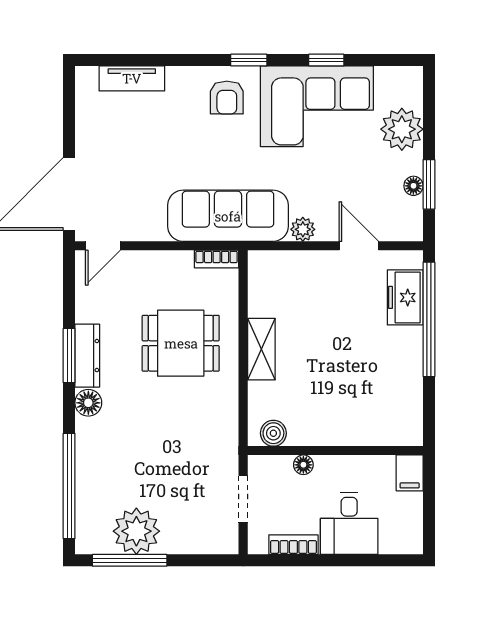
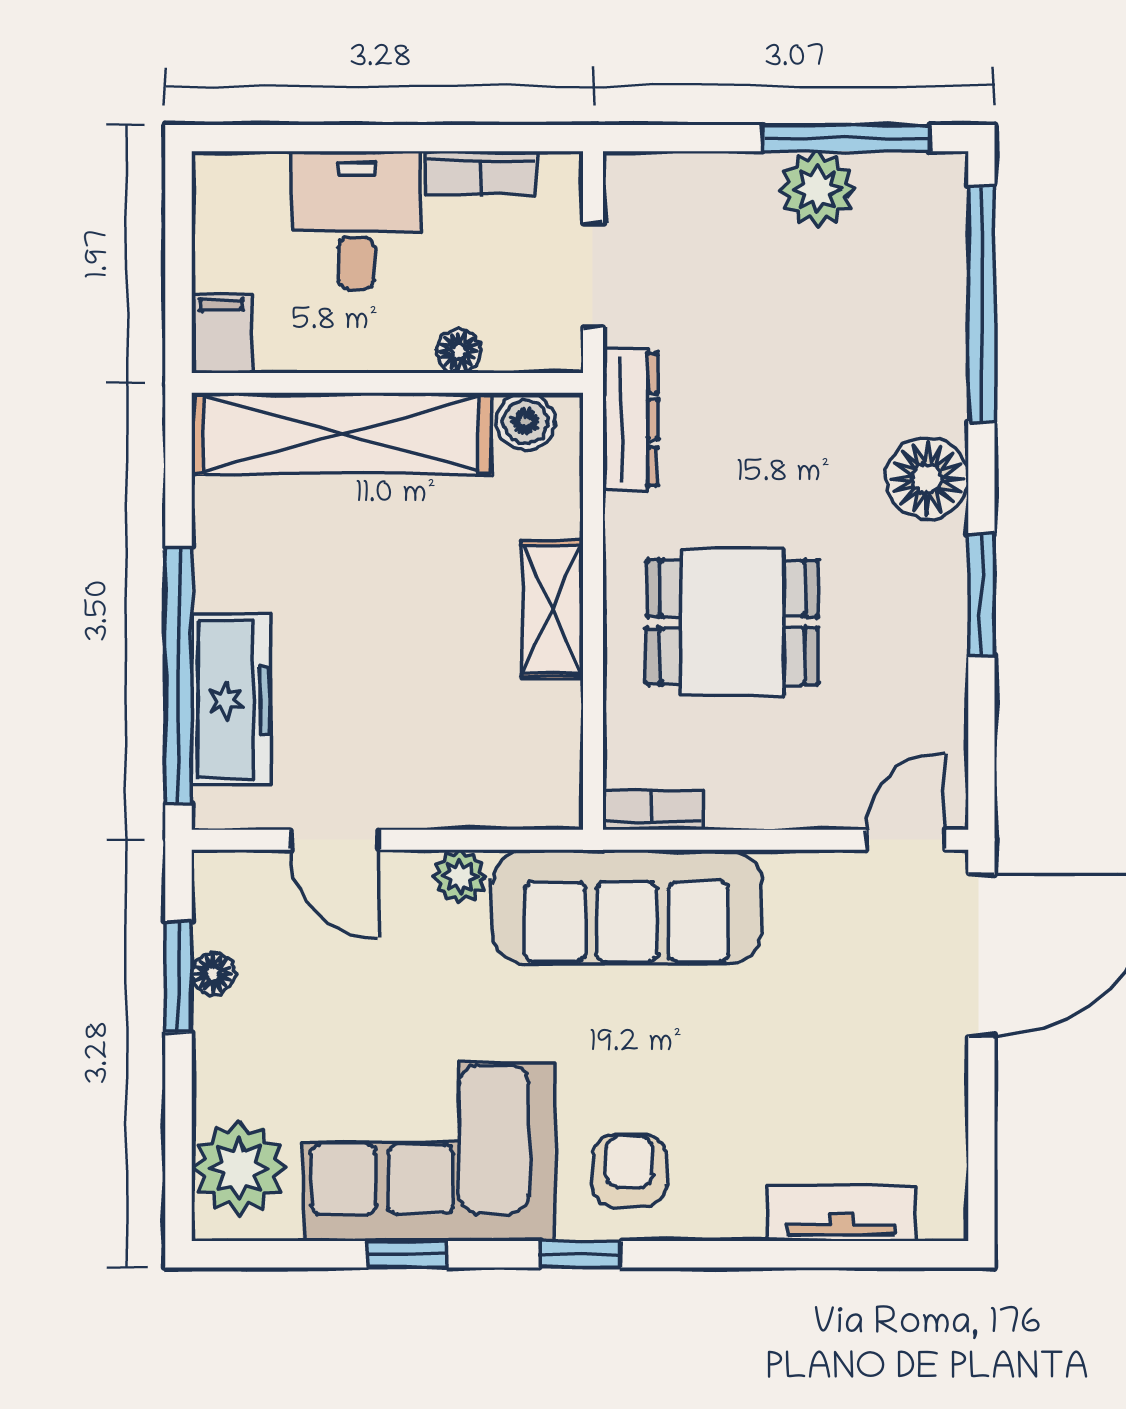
plant: (402, 129) -> (239, 1168), moved
freezer: (405, 297) -> (231, 700), width x1.40
dresser: (87, 356) -> (630, 420), moved, turned 180
floor lamp: (88, 403) -> (927, 478), width x1.38, depth x1.38
shelving: (356, 428) -> (341, 434), added
plant: (136, 531) -> (817, 189), width x0.73, depth x0.73

